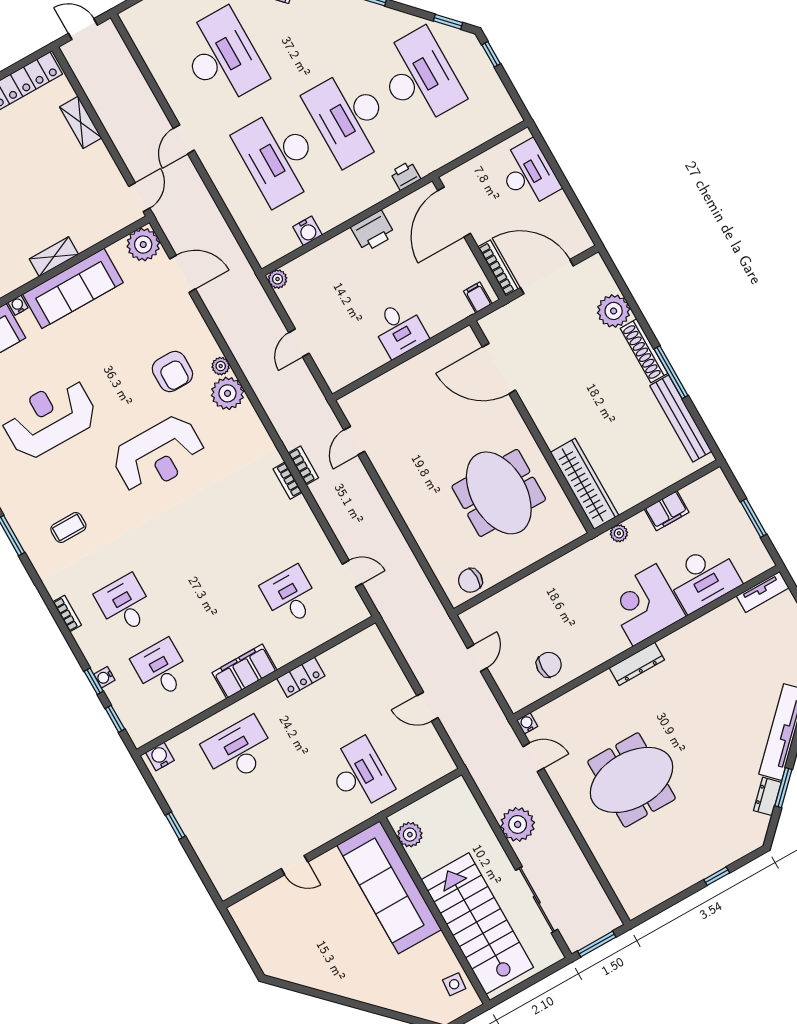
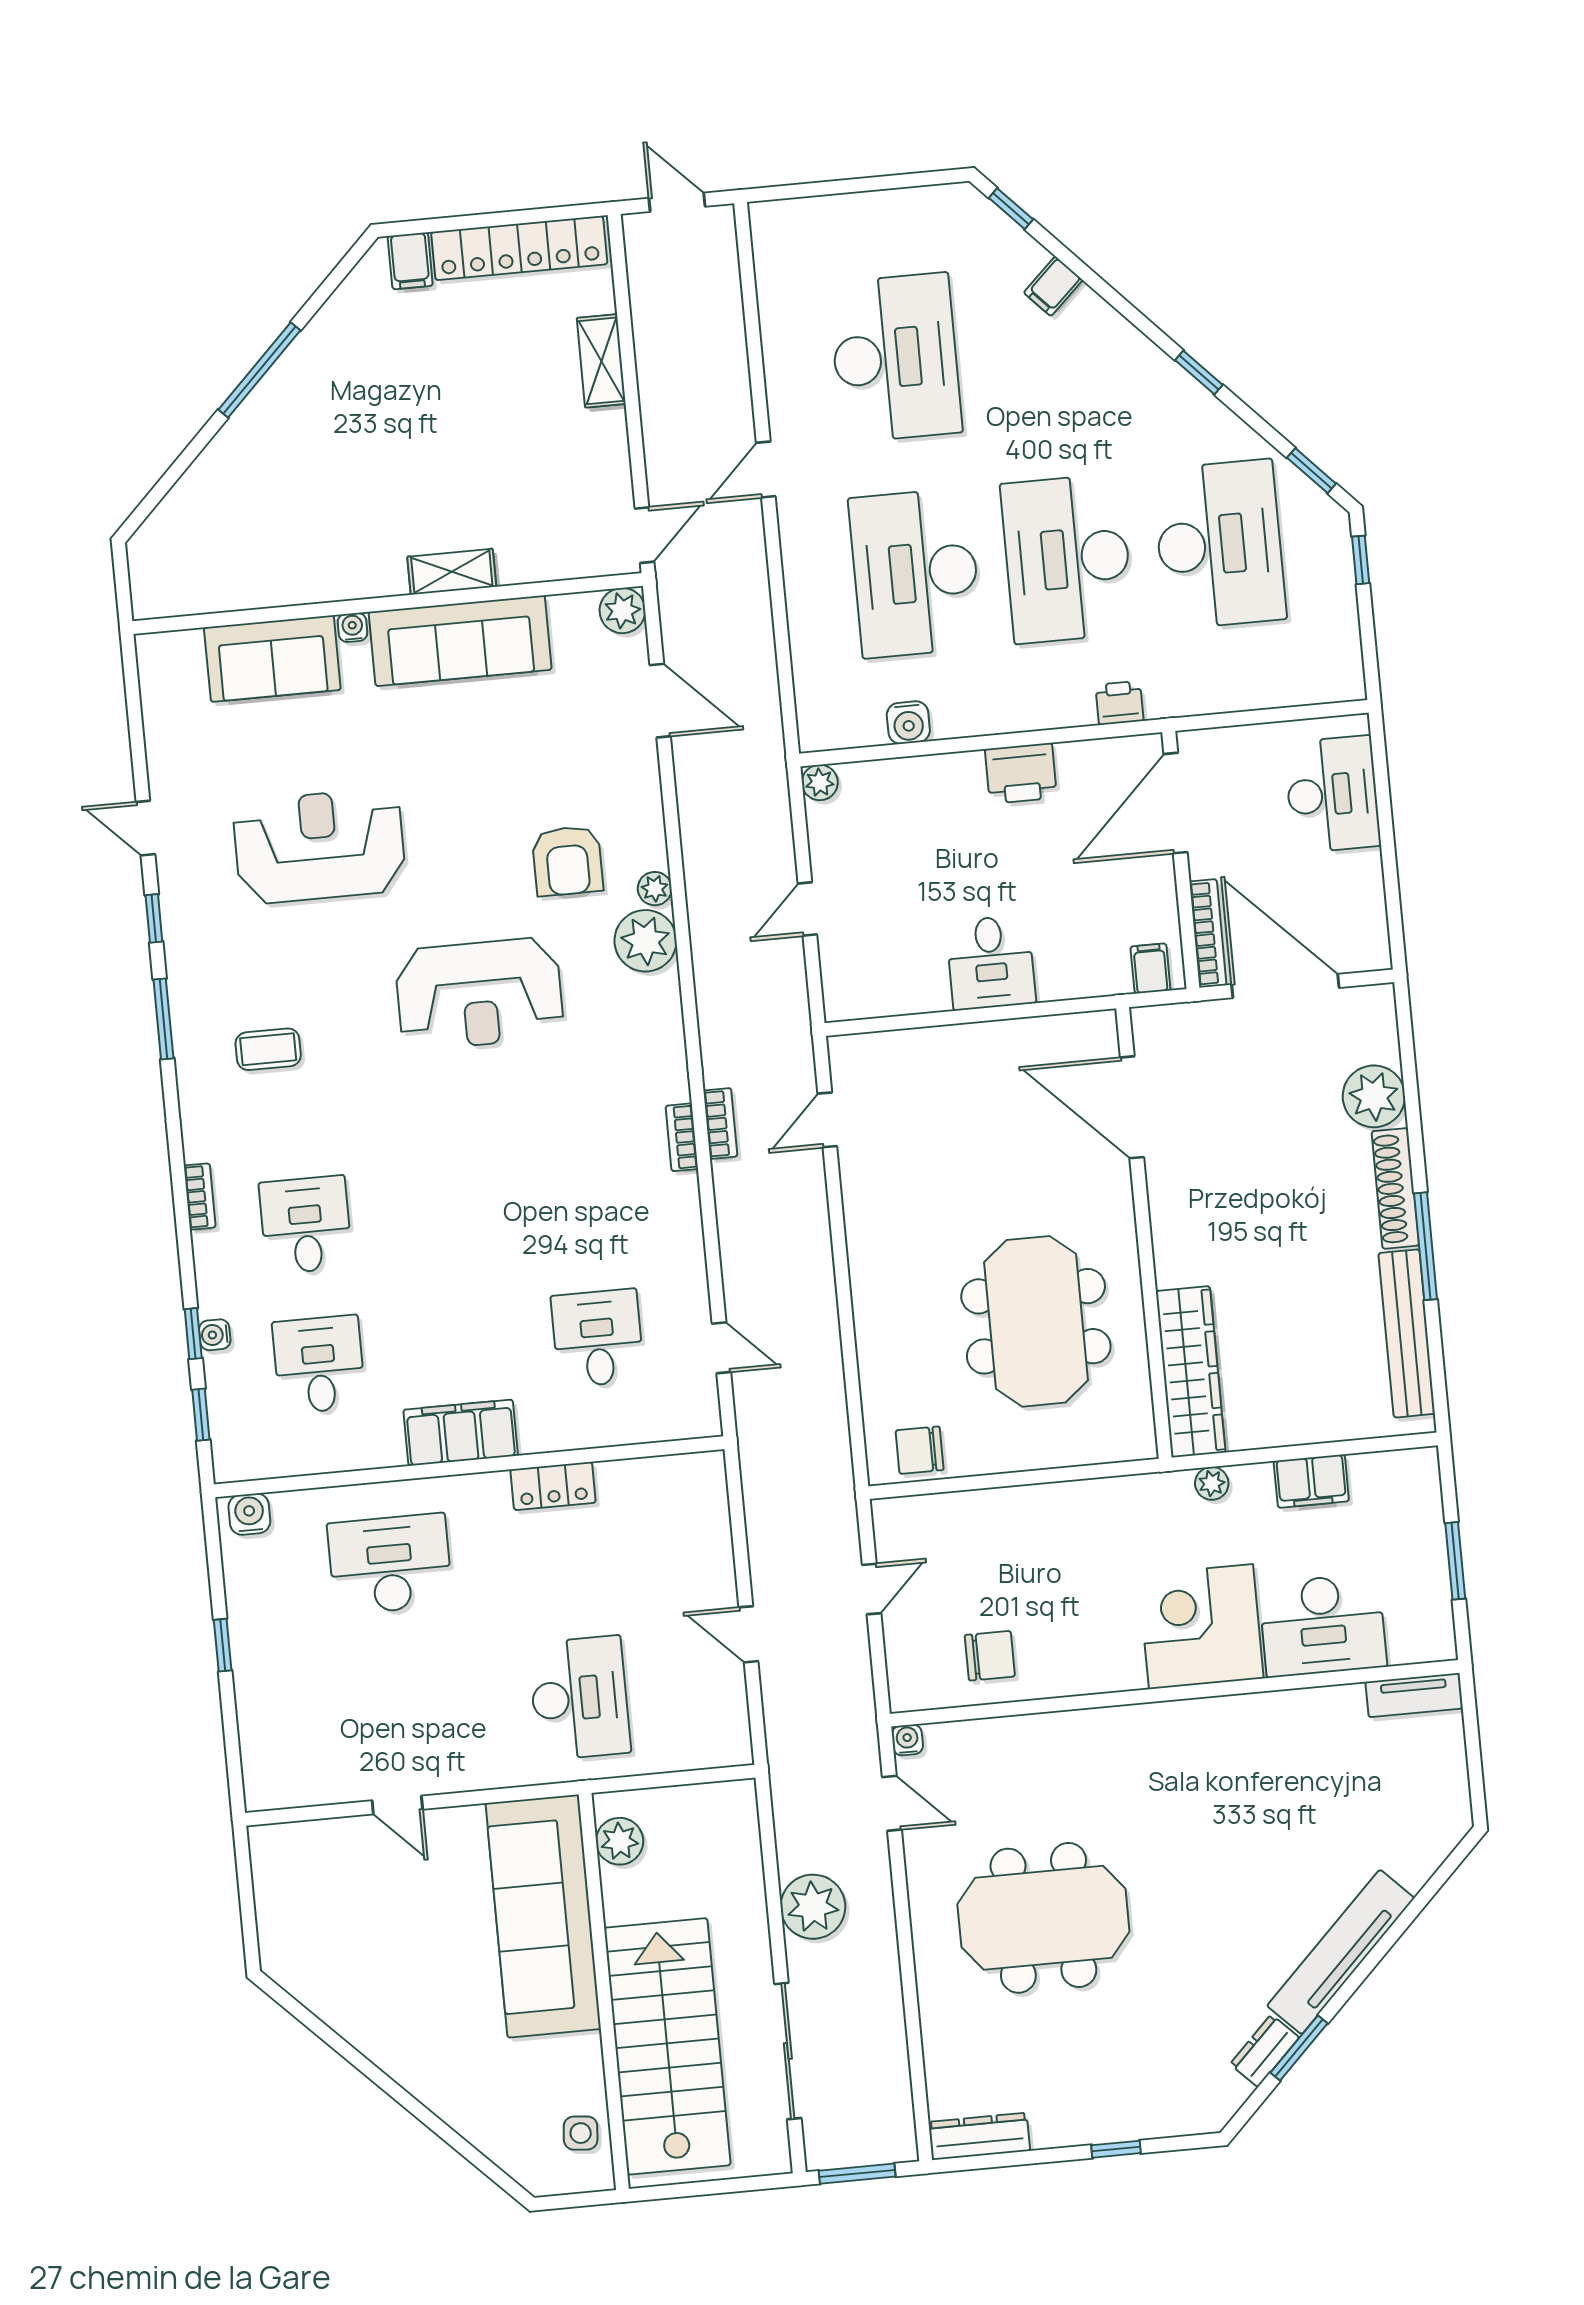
plant: (143, 245) -> (622, 611), width x0.73, depth x0.73
dresser: (637, 664) -> (979, 2136), moved, turned 180

